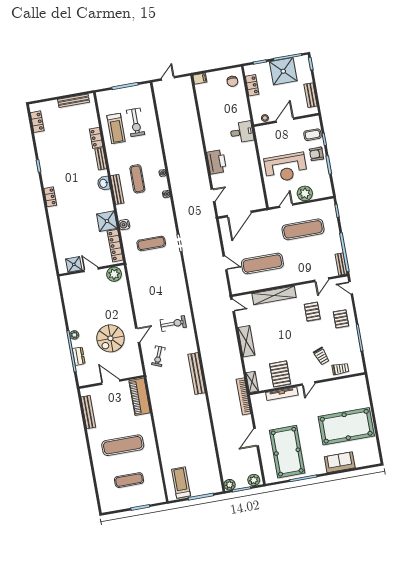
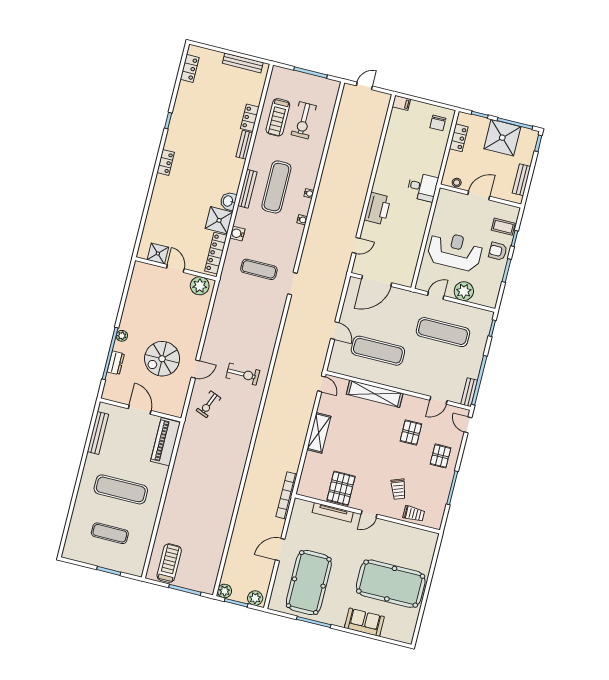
reception desk: (286, 168) -> (455, 251), turned 180
exercise mat: (137, 179) -> (276, 187), width x1.36, depth x1.45
washbasin: (104, 183) -> (228, 201), moved
bench: (197, 374) -> (244, 444), removed
shelving: (252, 382) -> (304, 483), removed

